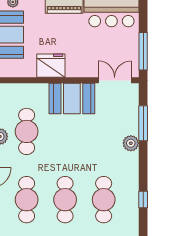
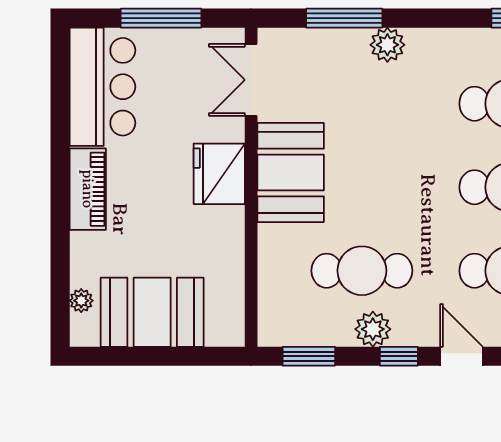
window: (143, 51) -> (161, 18), moved
fridge: (51, 66) -> (219, 174), moved

